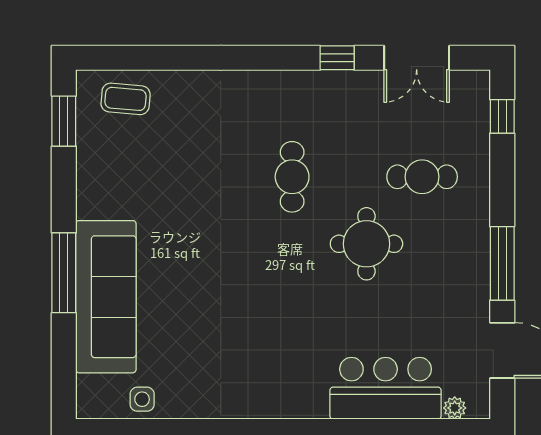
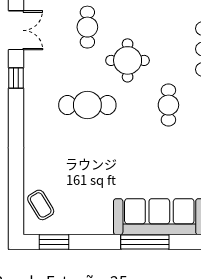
coffee table: (126, 99) -> (41, 205), turned -36
cafe table: (292, 177) -> (87, 105), width x1.37, depth x1.35
cafe table: (292, 312) -> (168, 105), added

